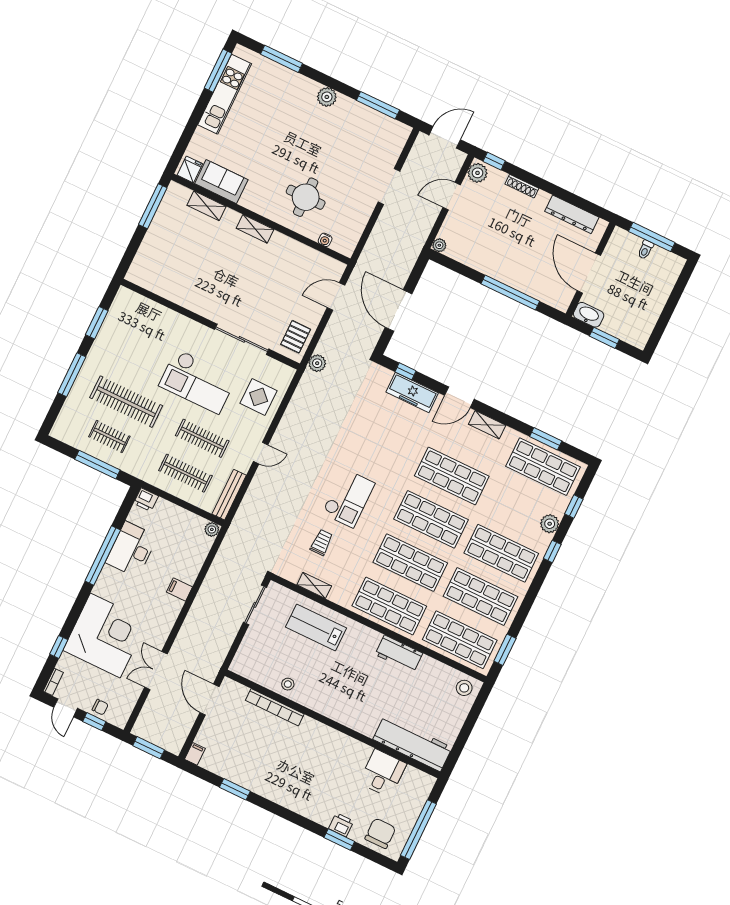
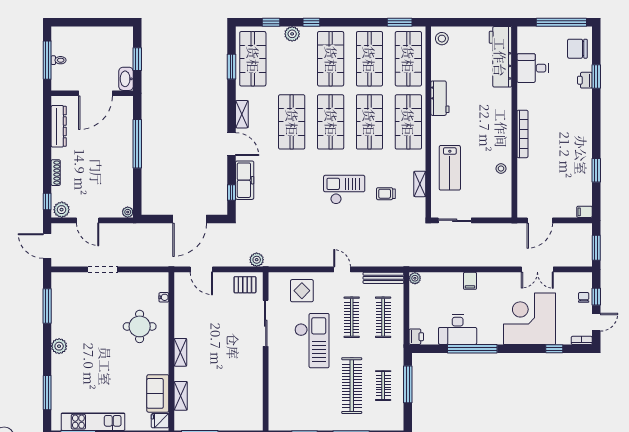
bookcase: (275, 707) -> (522, 134), moved

